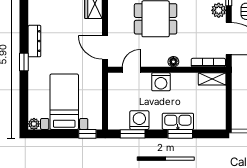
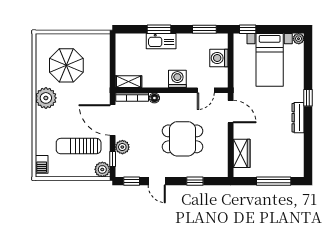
floor lamp: (173, 62) -> (154, 98), moved
washing machine: (139, 120) -> (219, 58), moved, turned 90

